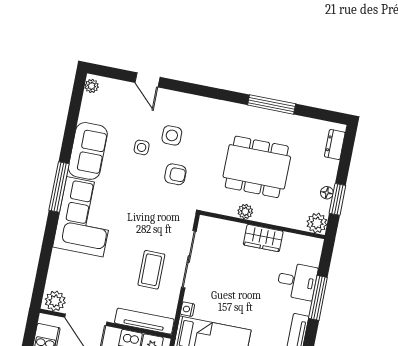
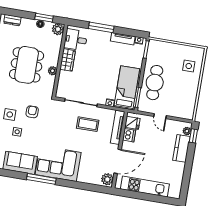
desk: (297, 281) -> (76, 40), moved, turned -90

